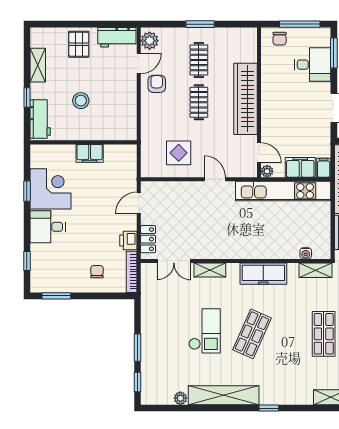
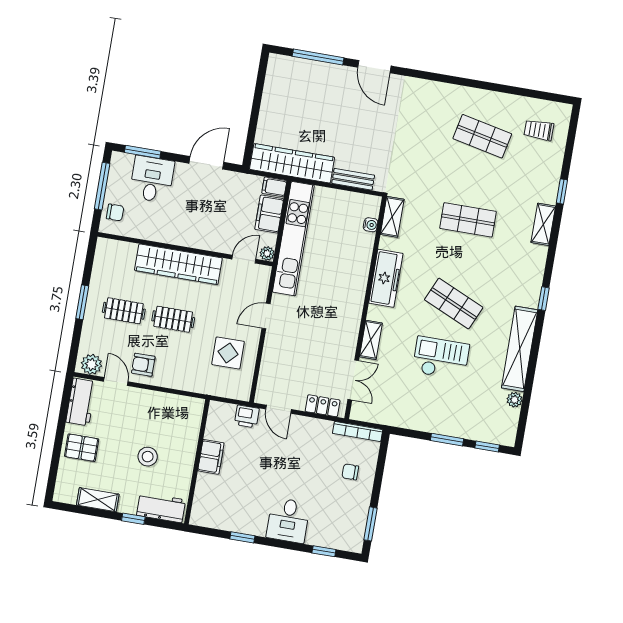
corner desk: (51, 189) -> (245, 509), removed
printer: (128, 241) -> (247, 416), moved

